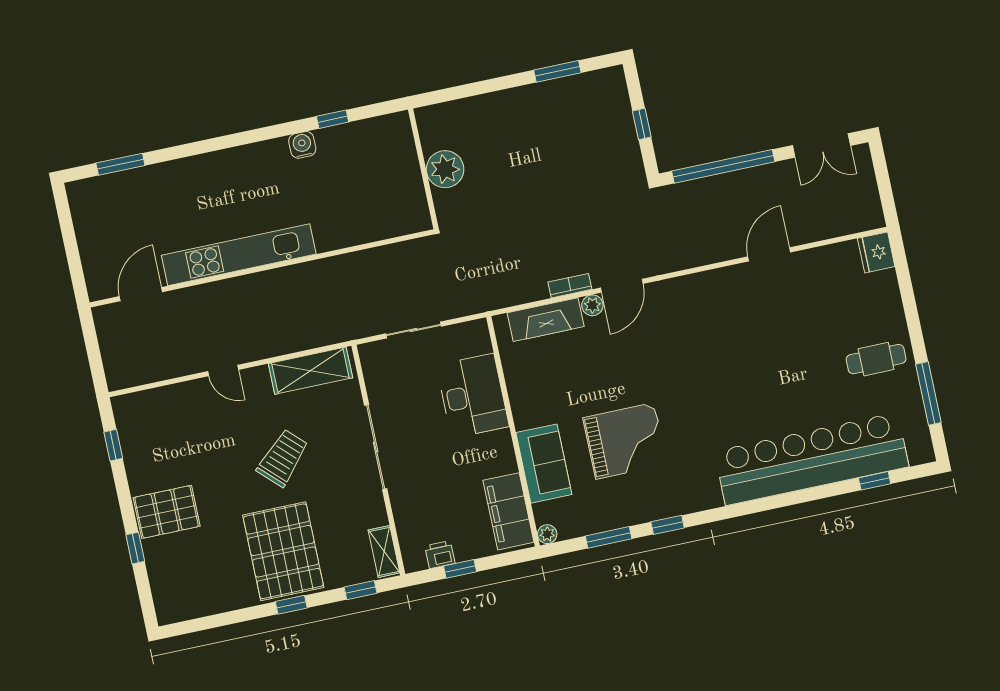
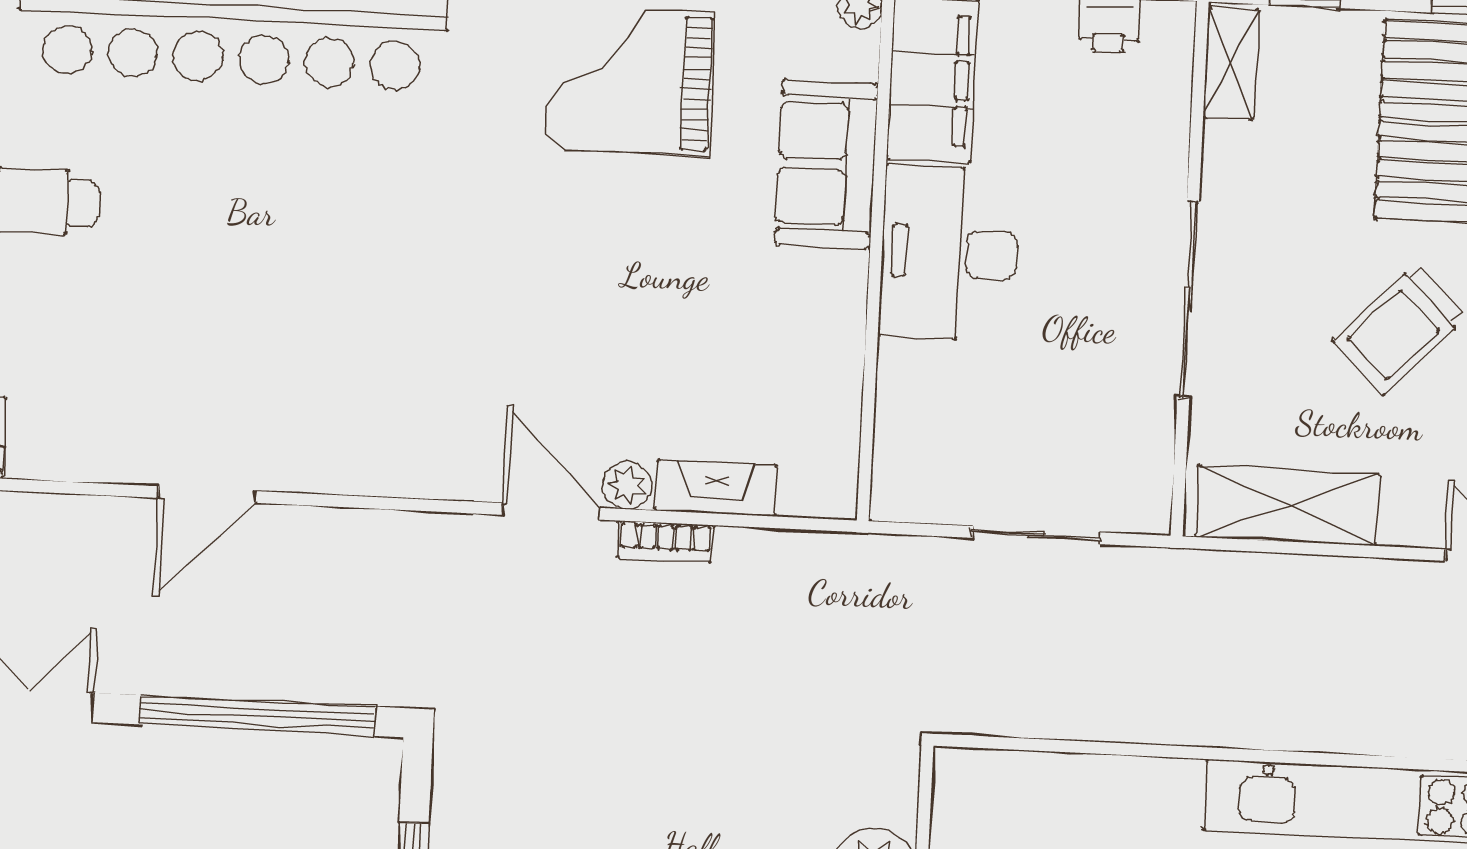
door: (622, 286) -> (551, 511), hinge flipped
fireplace: (546, 320) -> (716, 488), width x0.73, depth x0.76
desk: (473, 396) -> (949, 253), moved
grand piano: (625, 441) -> (630, 81), moved

